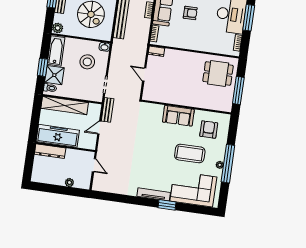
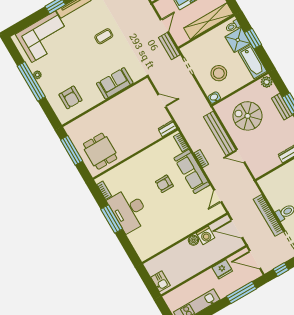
dining table: (218, 73) -> (100, 151), turned 90
sofa: (178, 116) -> (115, 83), moved
coffee table: (190, 153) -> (104, 36), moved, width x0.54, depth x0.58

